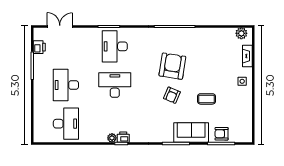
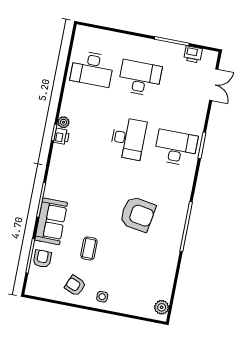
fireplace: (247, 56) -> (132, 309), removed
armchair: (172, 95) -> (75, 286), moved

